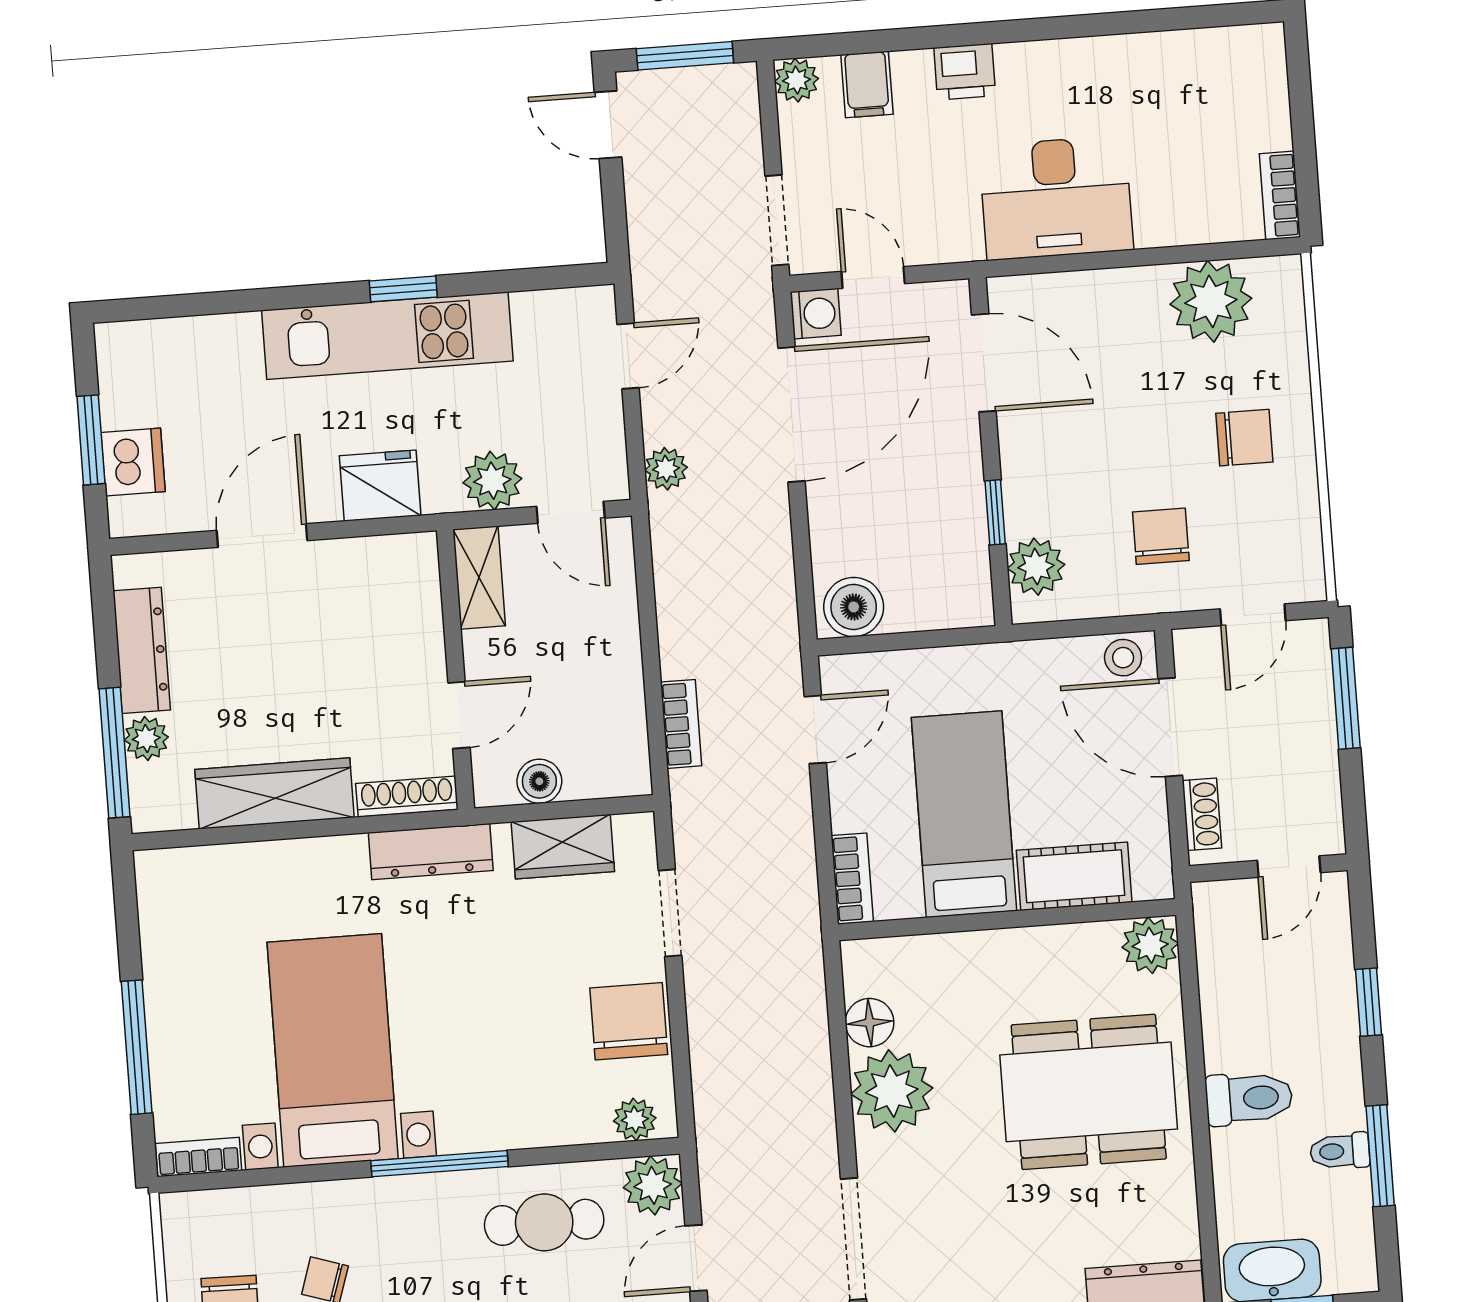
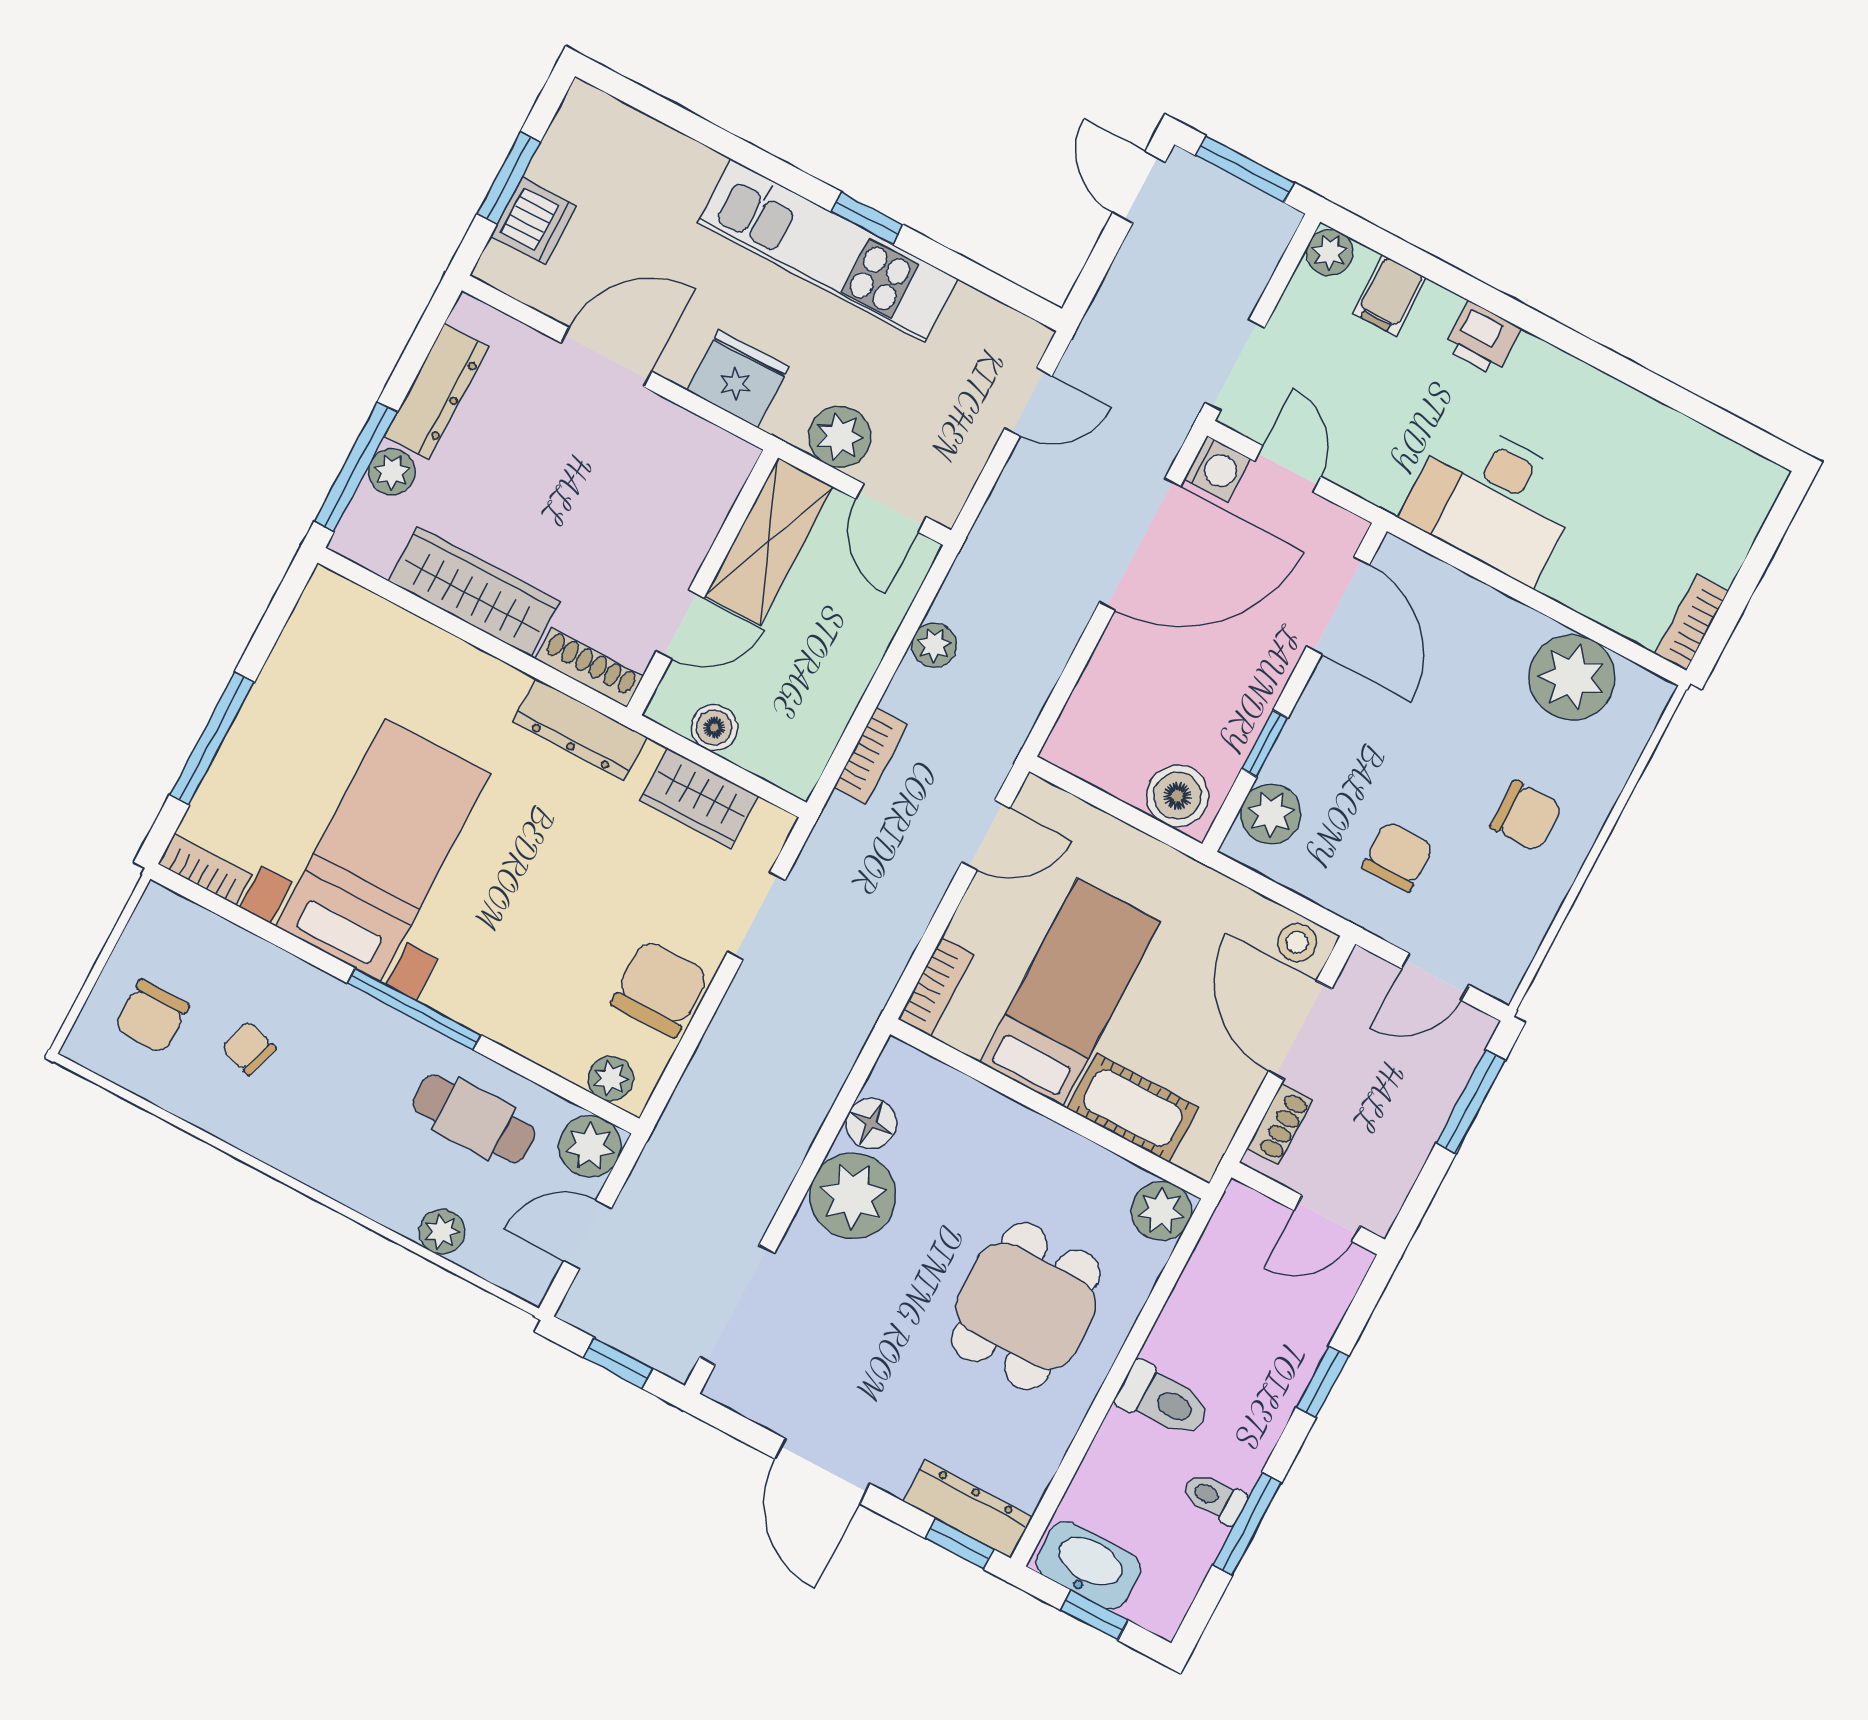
plant: (666, 469) -> (934, 645), moved
shelving: (479, 577) -> (769, 541), width x1.50, depth x1.33
boiler: (854, 607) -> (1177, 796), moved
dining table: (1089, 1092) -> (1026, 1306), width x0.73

